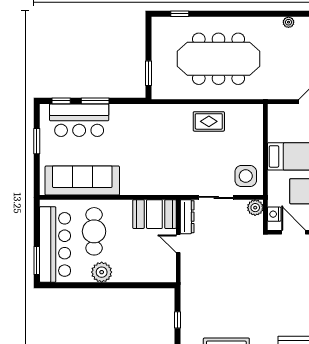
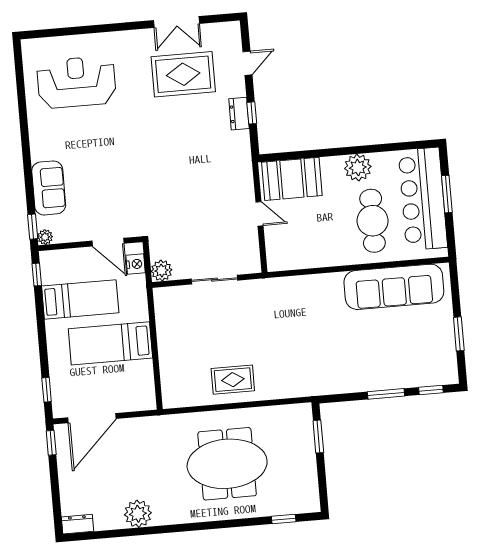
plant: (288, 22) -> (138, 514), width x1.87, depth x1.87
meeting table: (219, 59) -> (227, 464), width x0.73
bar counter: (79, 120) -> (405, 366), removed
side table: (246, 176) -> (178, 311), removed
booth: (154, 214) -> (292, 179), moved
dresser: (187, 217) -> (239, 114), moved, width x0.70
window: (37, 261) -> (447, 194), moved

